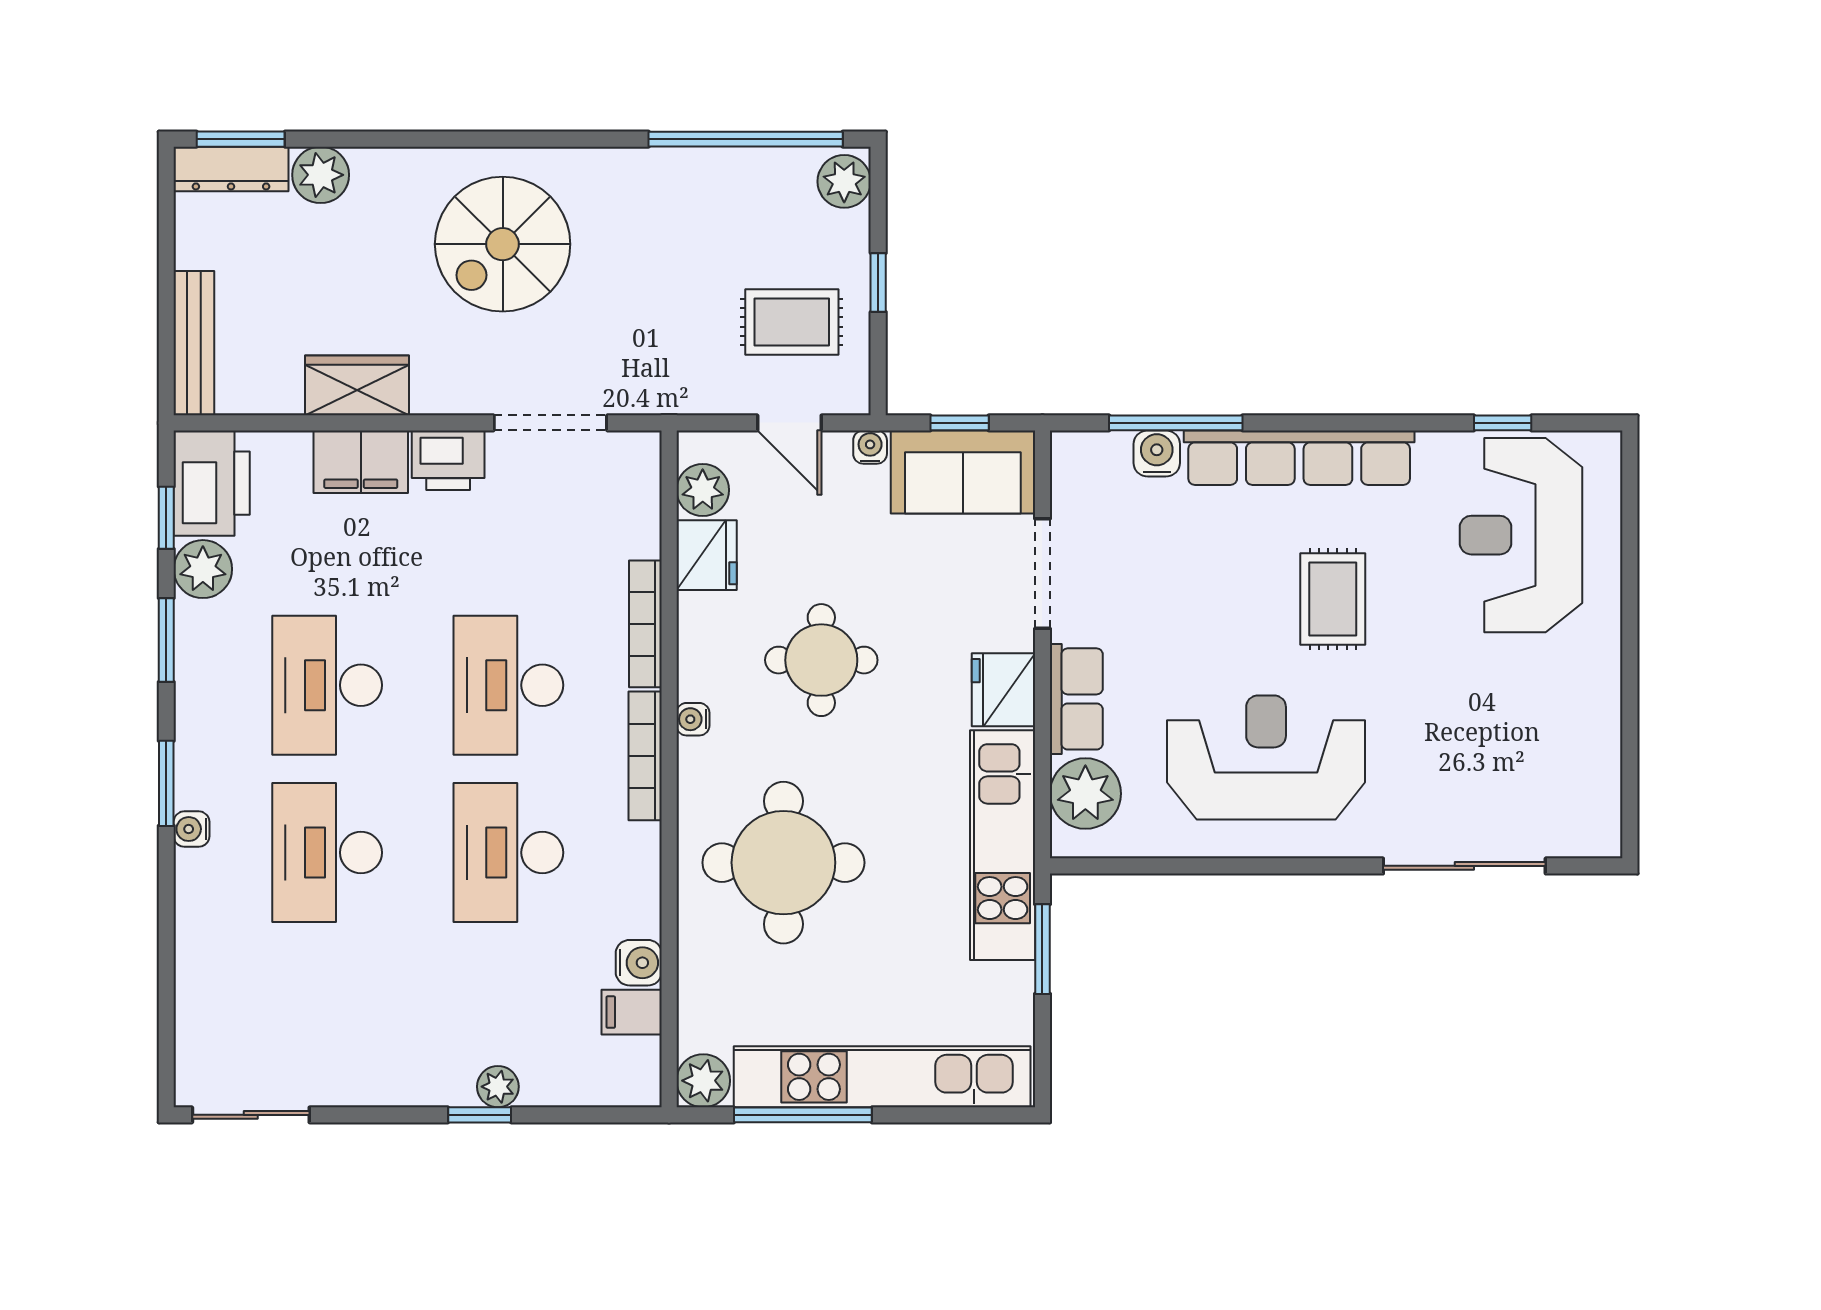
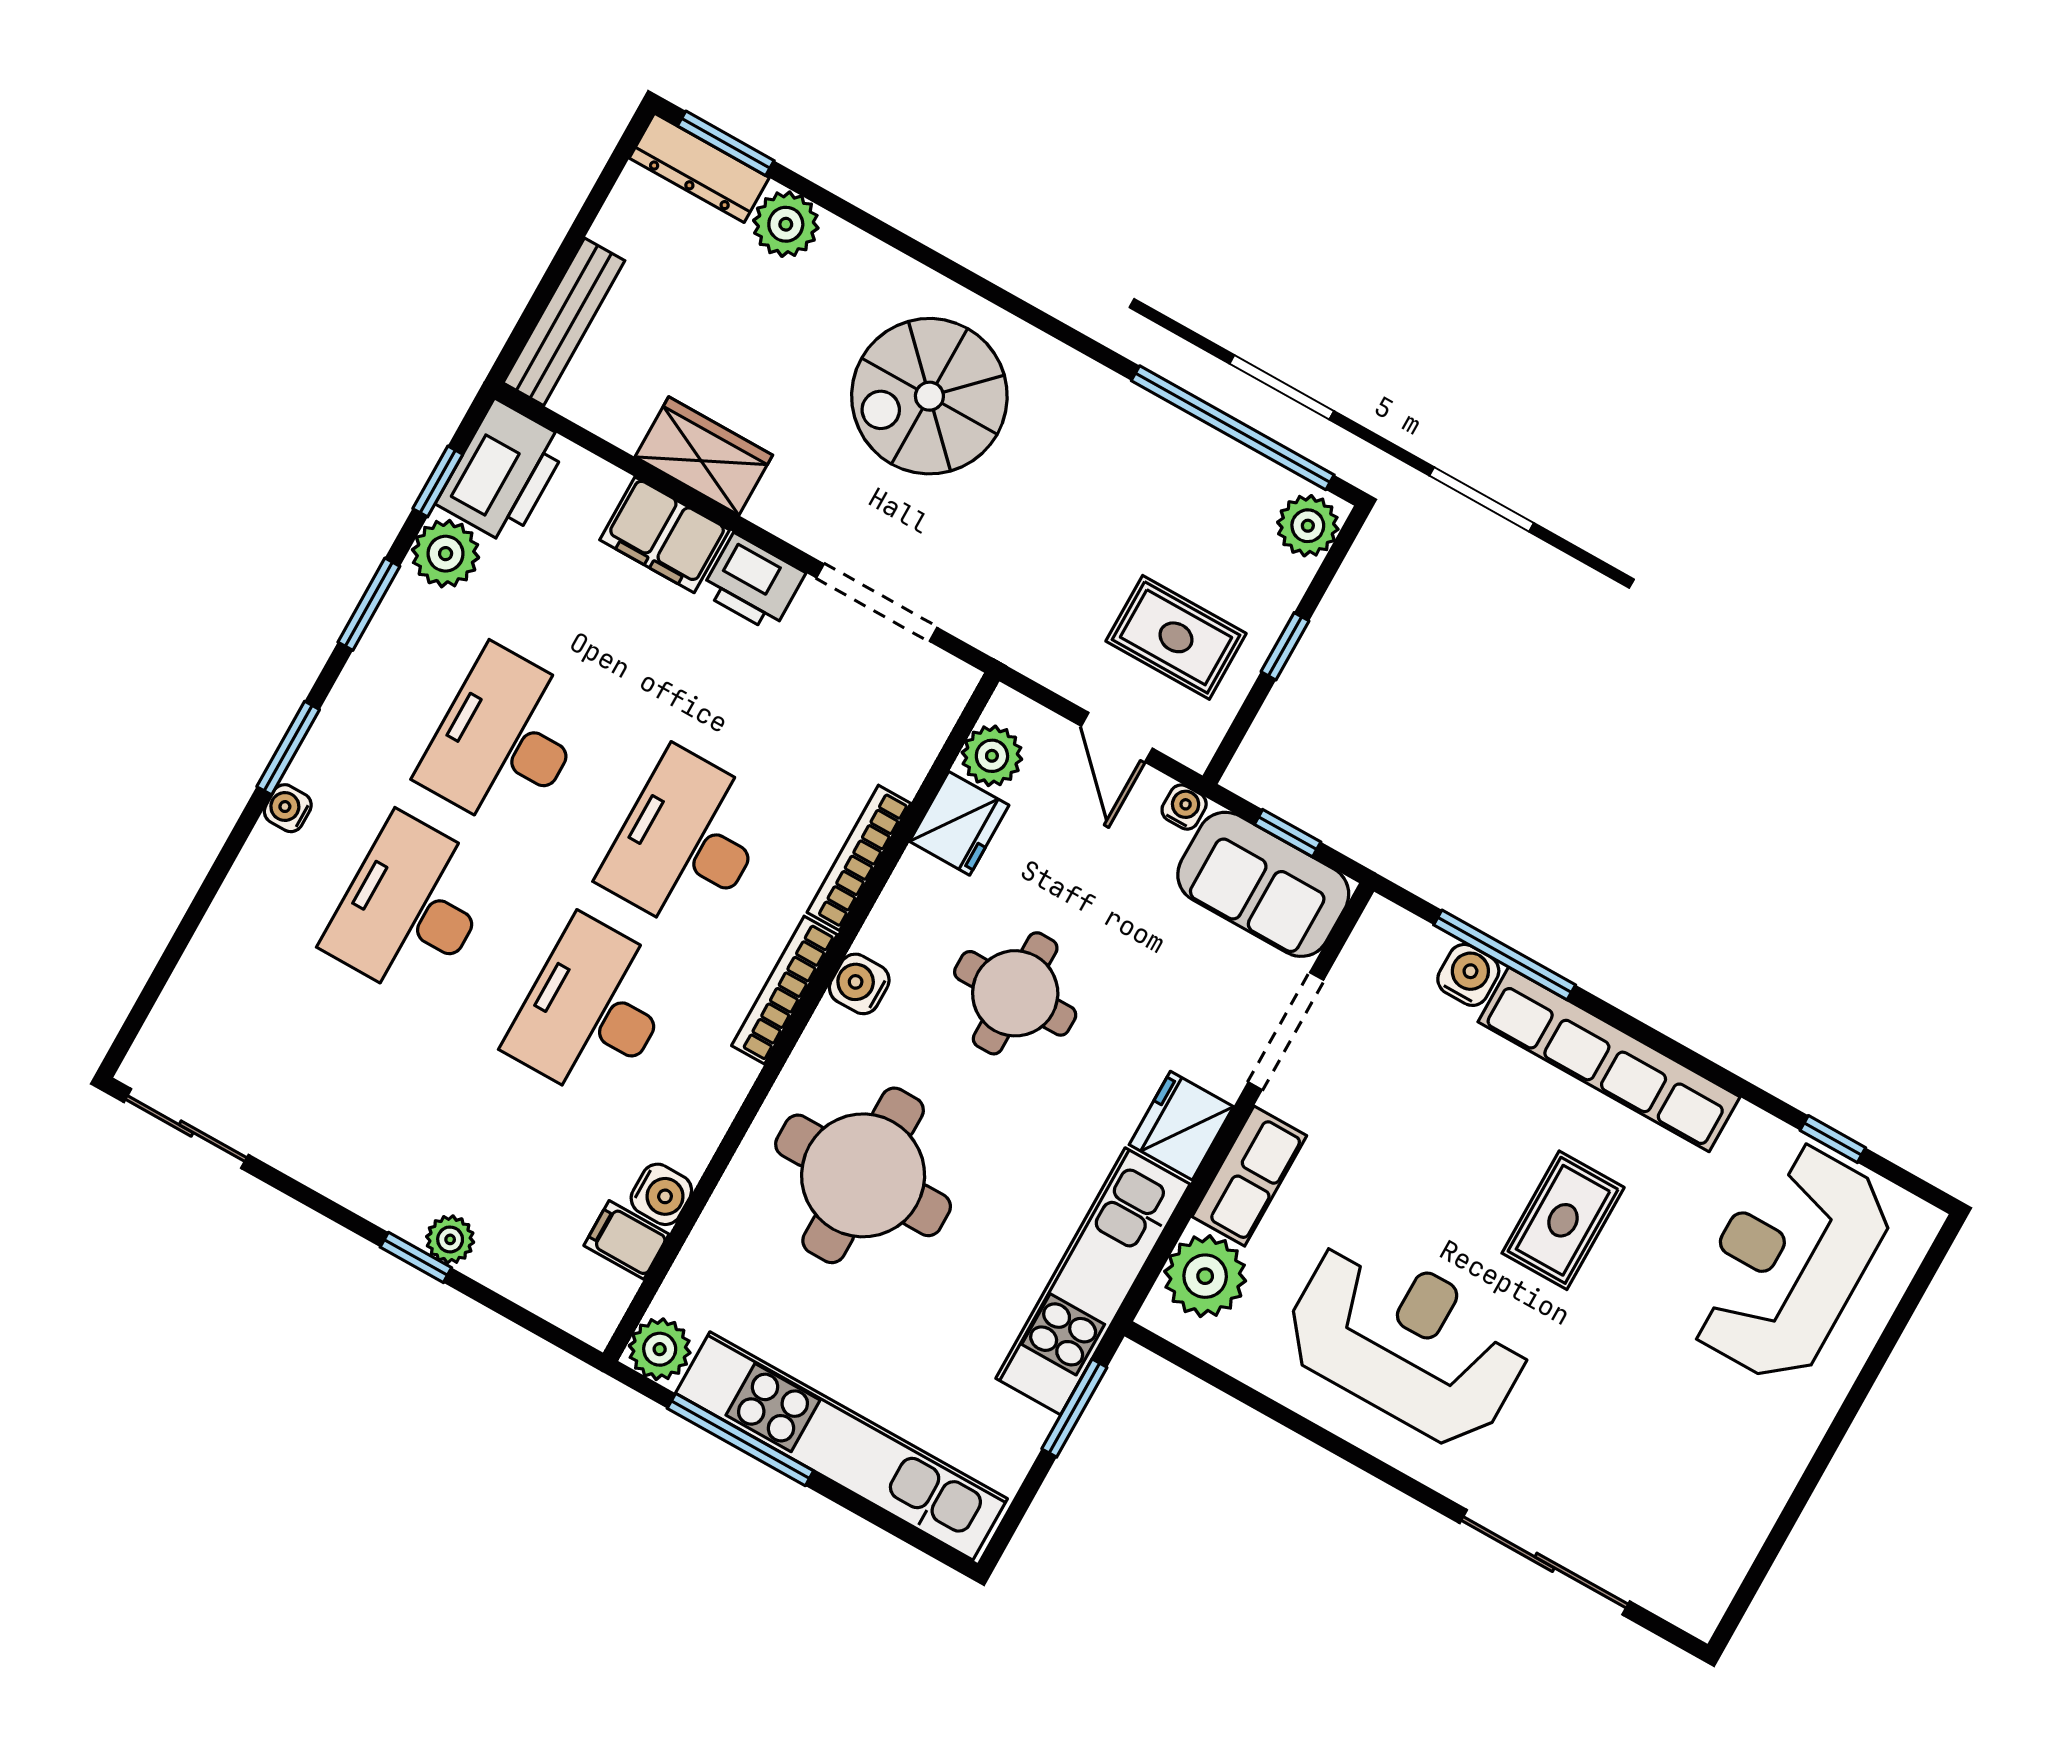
water cooler: (693, 719) -> (859, 984), width x1.38, depth x1.38

